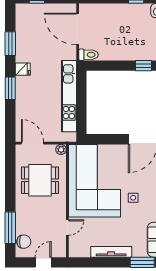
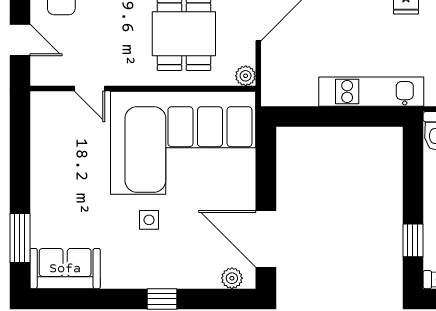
kitchen unit: (69, 96) -> (371, 92), width x0.73
tv unit: (111, 252) -> (41, 176), removed

